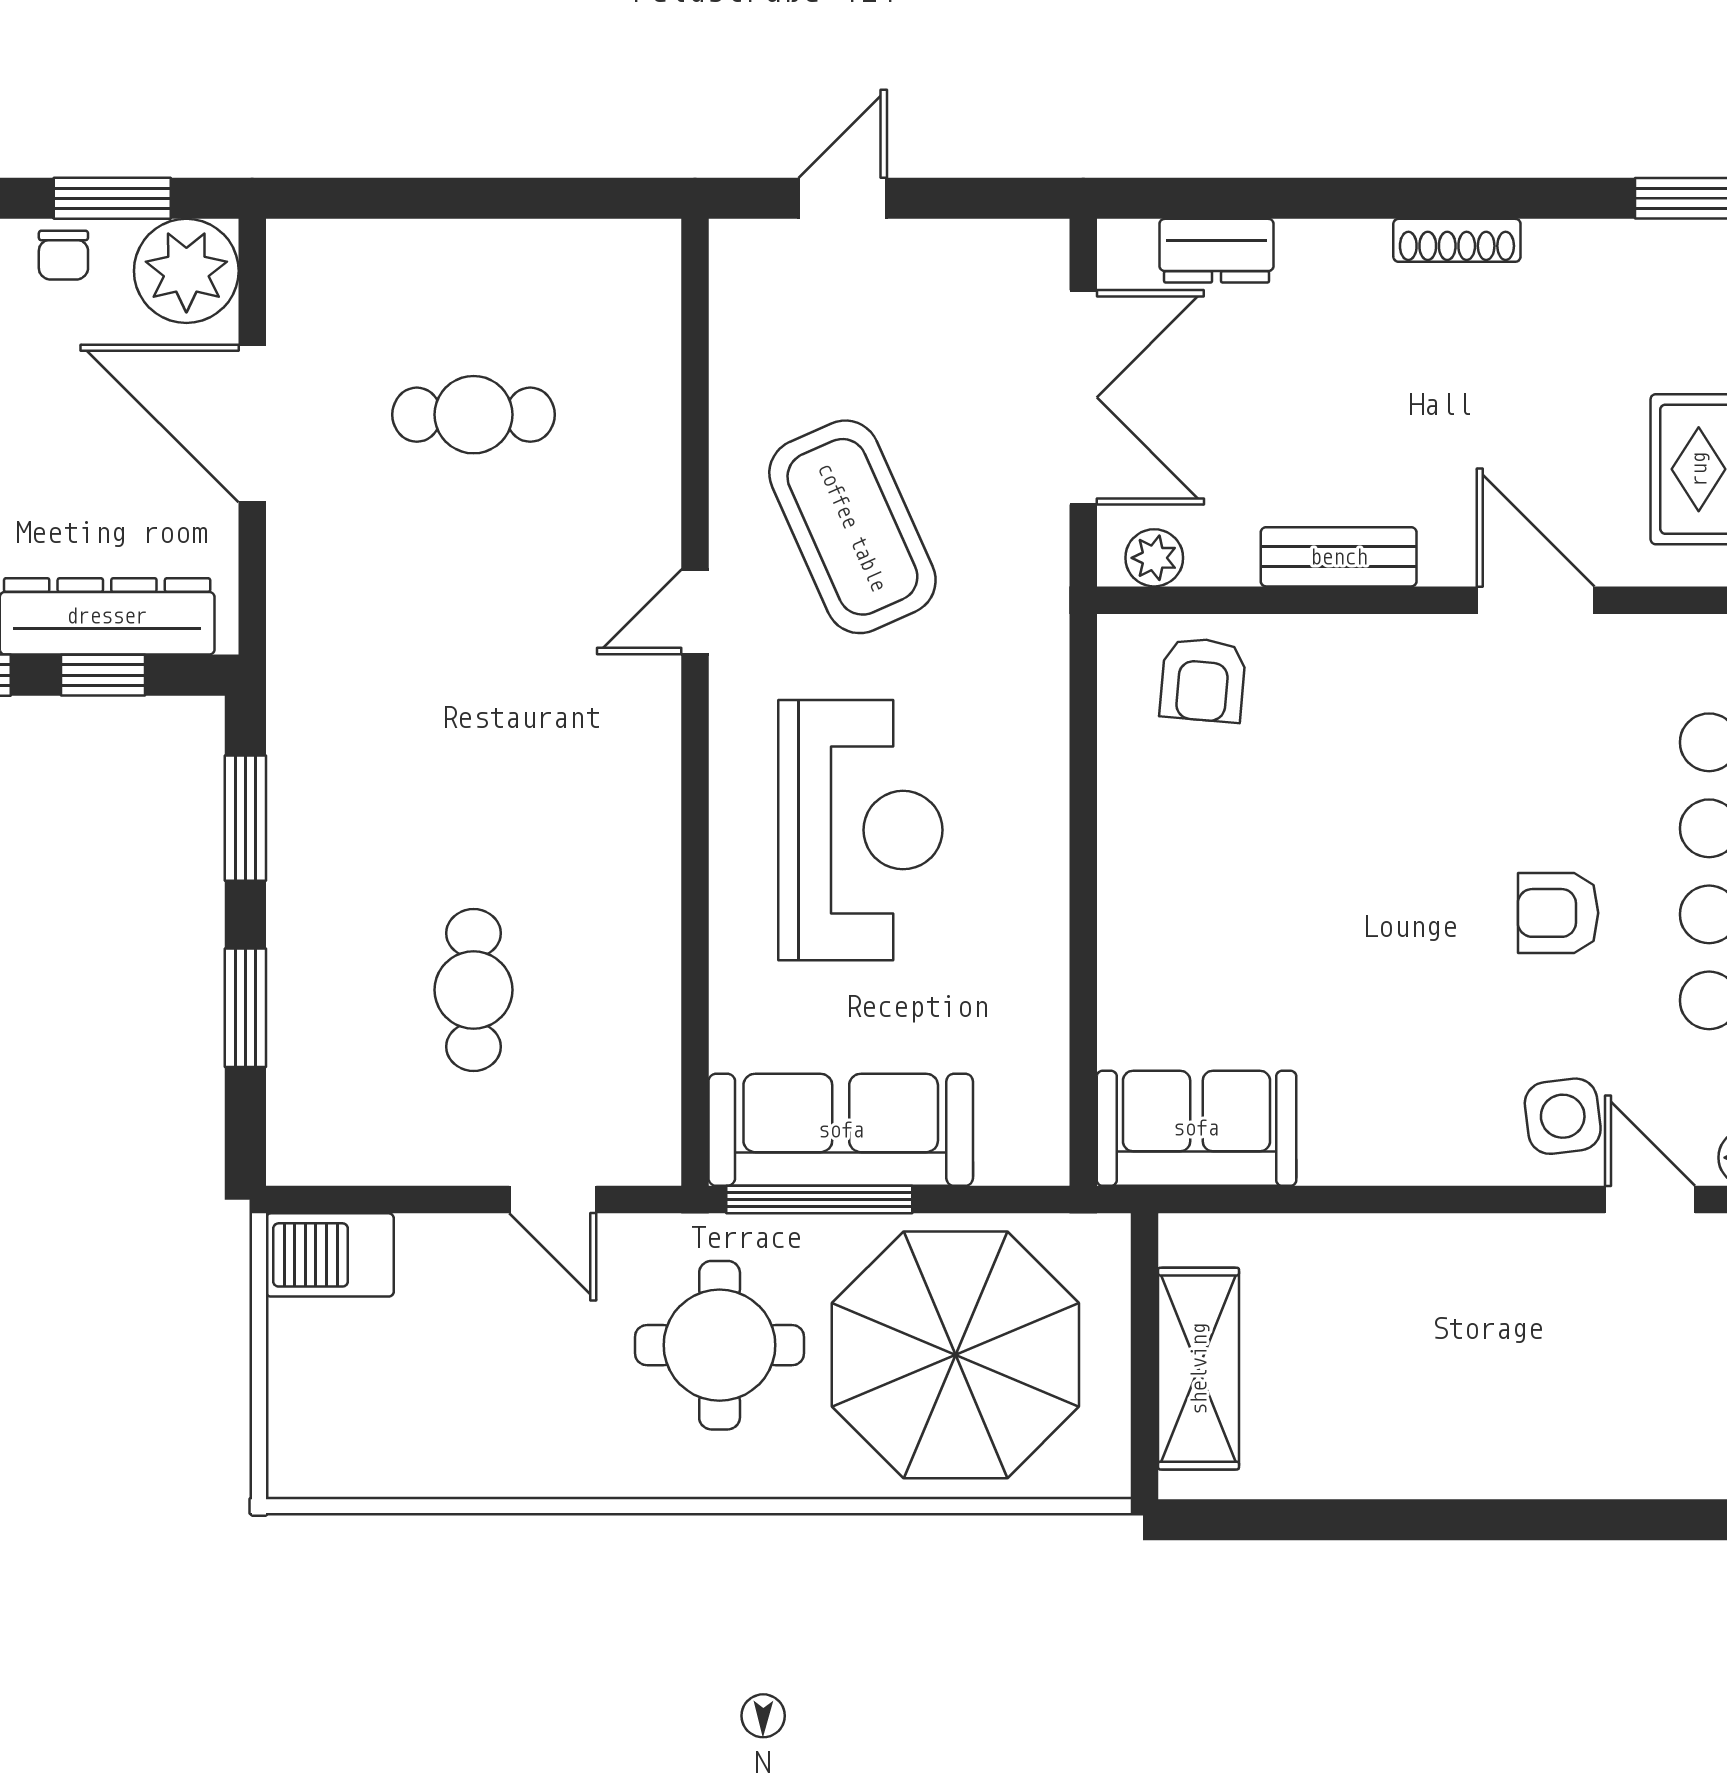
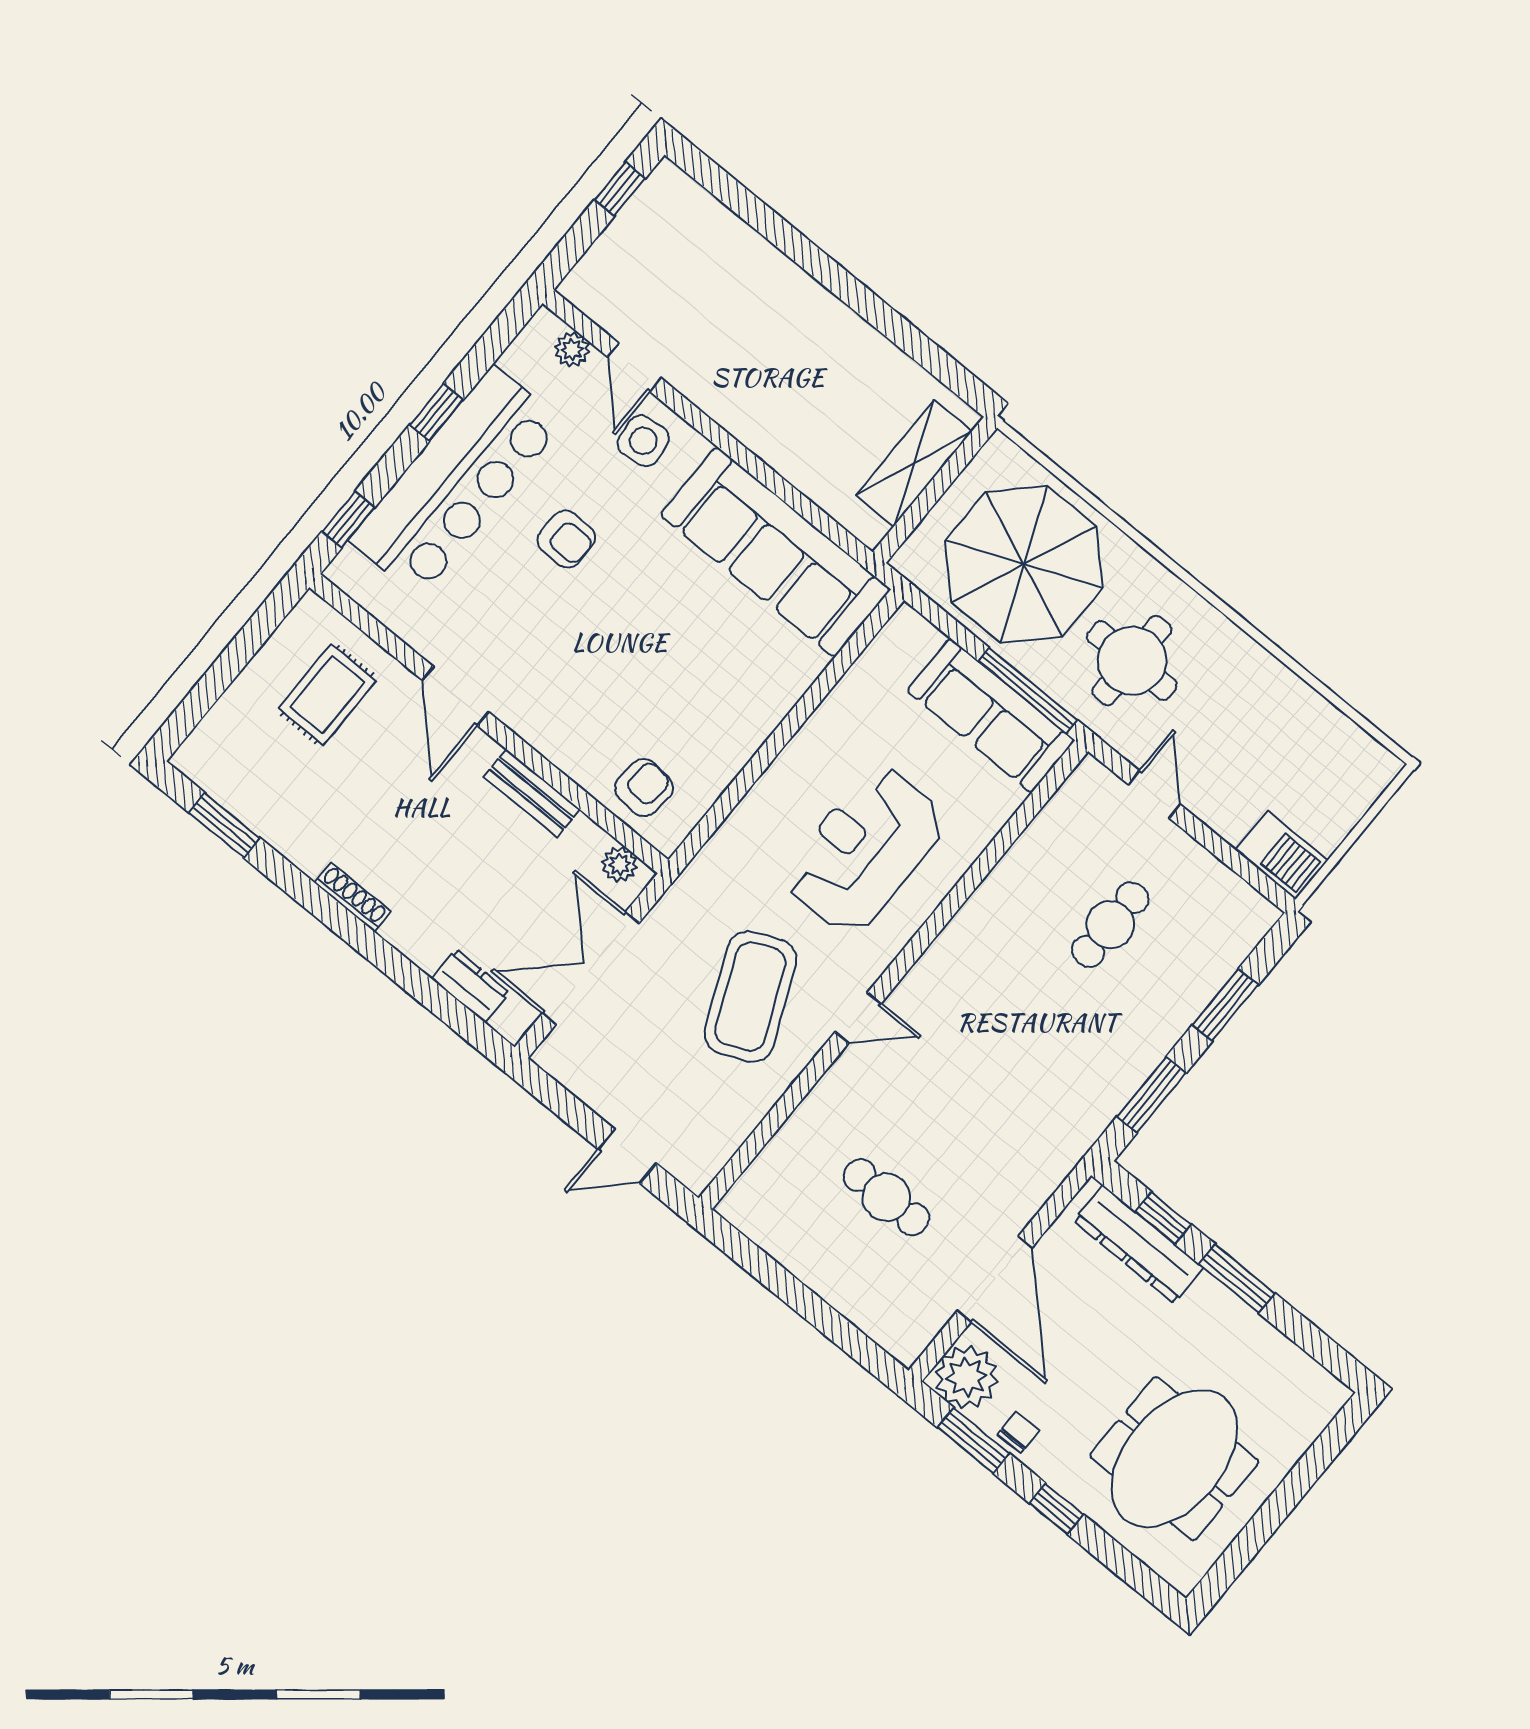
sofa: (1196, 1128) -> (775, 552), width x1.85, depth x1.27

